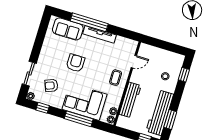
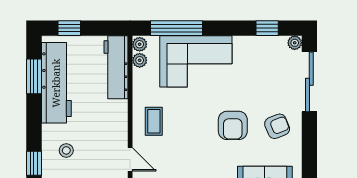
door: (134, 62) -> (130, 159), swing flipped
sliding door: (29, 74) -> (309, 82), width x1.37
armchair: (51, 85) -> (277, 126), moved
workbench: (130, 100) -> (116, 67), moved
window: (79, 119) -> (176, 28), moved

